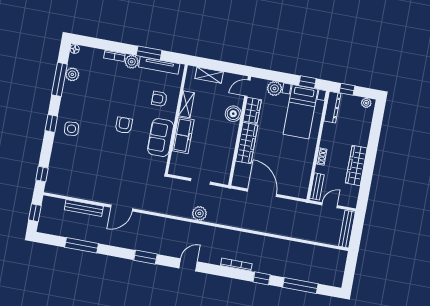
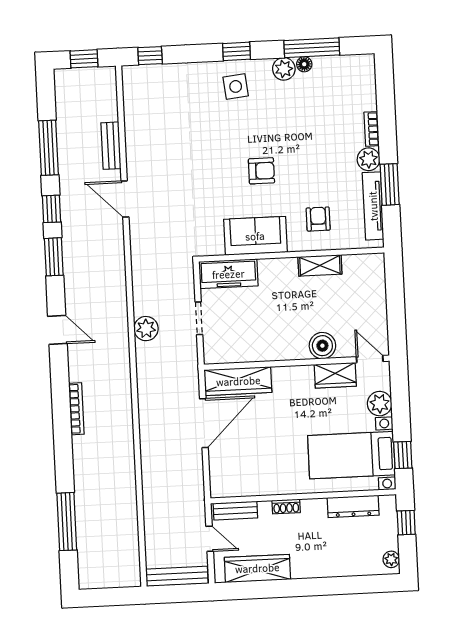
floor lamp: (75, 49) -> (304, 64), moved
plant: (72, 74) -> (284, 69), moved
shelving: (209, 75) -> (376, 291), removed
dresser: (332, 107) -> (353, 506), moved
freezer: (183, 135) -> (228, 274), moved
wardrobe: (247, 143) -> (238, 381), moved
wardrobe: (356, 166) -> (257, 568), moved
bench: (84, 208) -> (111, 146), width x0.73
window: (262, 278) -> (51, 209), moved

